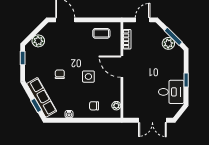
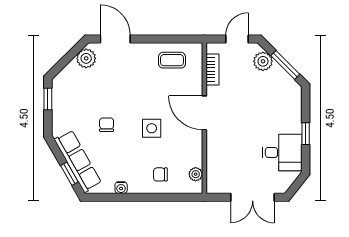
plant: (38, 41) -> (86, 58), moved
plant: (168, 43) -> (263, 61), moved

